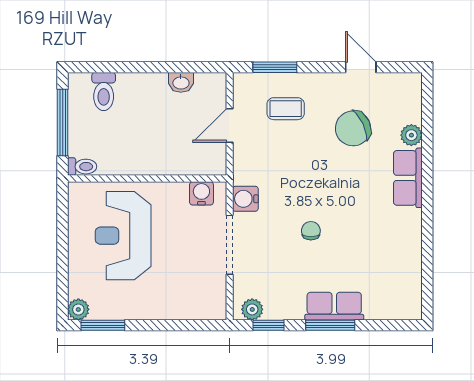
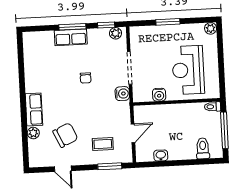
water cooler: (201, 193) -> (159, 95), moved
reception desk: (123, 236) -> (188, 70), turned 180
window: (103, 325) -> (168, 22), moved

